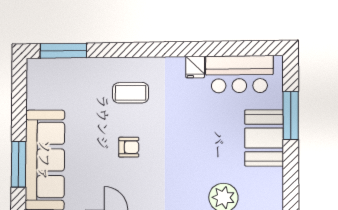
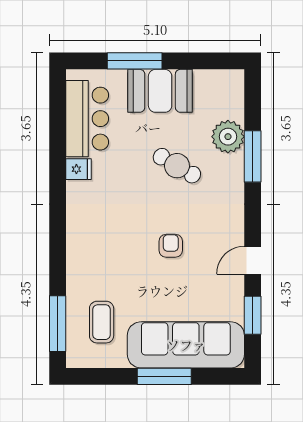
coffee table: (131, 93) -> (102, 322), moved
cafe table: (198, 153) -> (177, 166), added
window: (19, 164) -> (164, 376), moved

